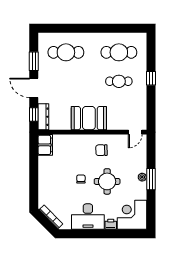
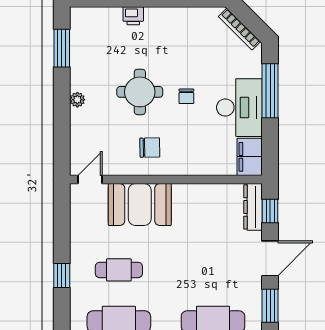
door: (34, 88) -> (270, 258), hinge flipped
booth: (89, 118) -> (140, 205), moved
window: (151, 179) -> (62, 48), moved
window: (34, 182) -> (270, 91), added
corner desk: (132, 215) -> (96, 33), removed
desk: (88, 217) -> (239, 108), moved, turned 90

